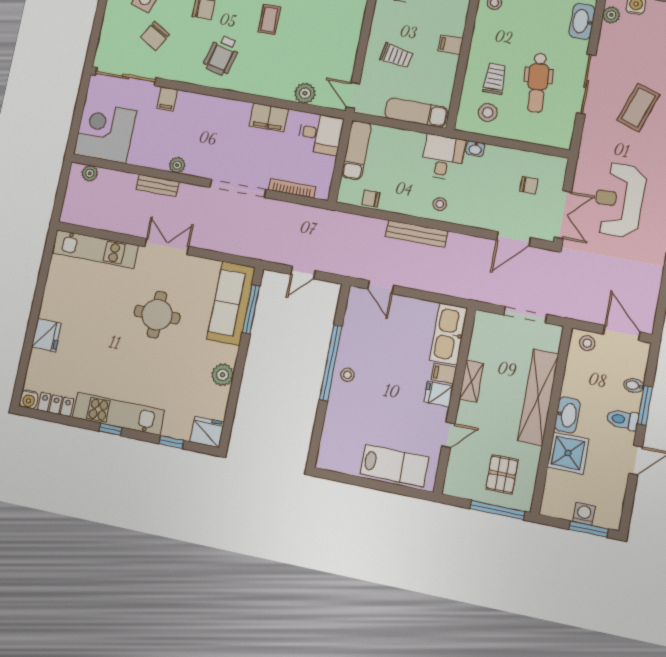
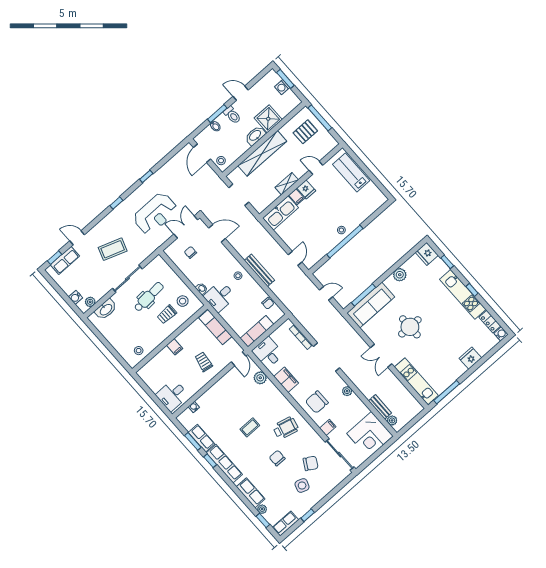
chair: (206, 120) -> (317, 402), added
bench: (158, 186) -> (380, 407), moved
window: (45, 266) -> (447, 392), added

